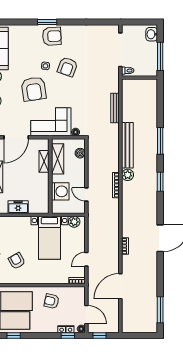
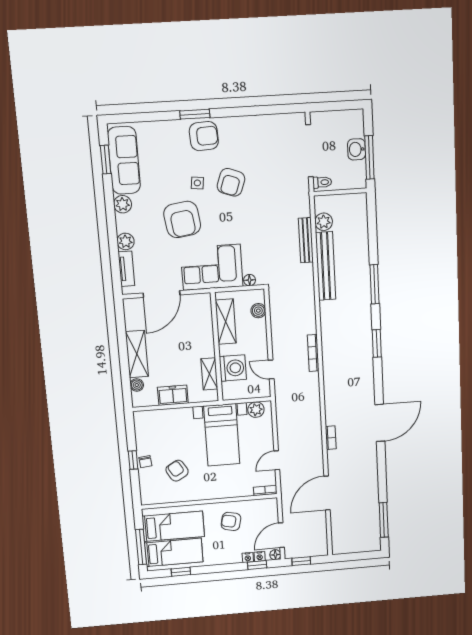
washbasin: (152, 34) -> (356, 149), moved
bench: (127, 145) -> (326, 266), moved
shelving: (44, 161) -> (209, 374), moved
plant: (128, 175) -> (324, 222), moved
door: (86, 315) -> (281, 535), swing flipped

